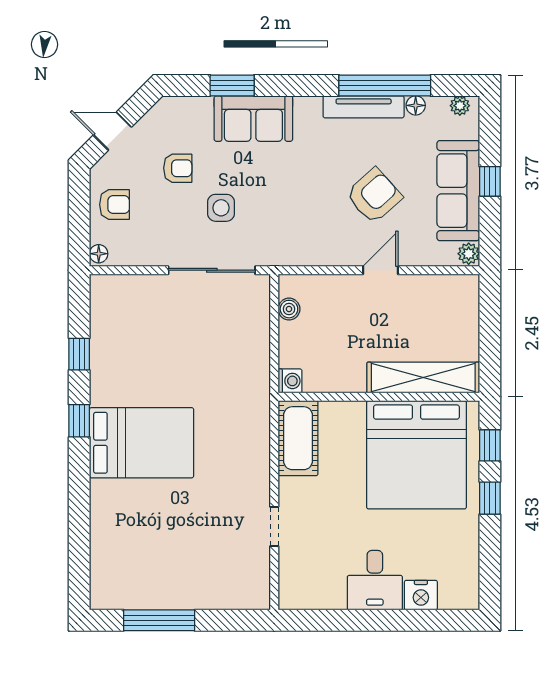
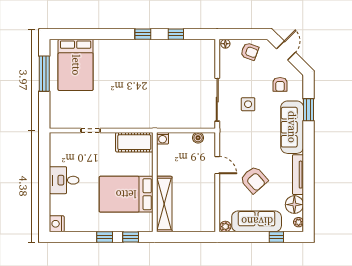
window: (385, 86) -> (308, 185), removed
floor lamp: (416, 105) -> (294, 205), width x1.89, depth x1.89
sofa: (253, 119) -> (292, 127), width x1.36
armchair: (178, 168) -> (280, 84), moved
window: (490, 181) -> (276, 237), moved
armchair: (114, 205) -> (250, 52), turned -70
door: (380, 270) -> (217, 165), moved
bed: (142, 443) -> (76, 65), moved
bed: (416, 455) -> (126, 194), width x0.73
nightstand: (421, 595) -> (57, 224), moved

